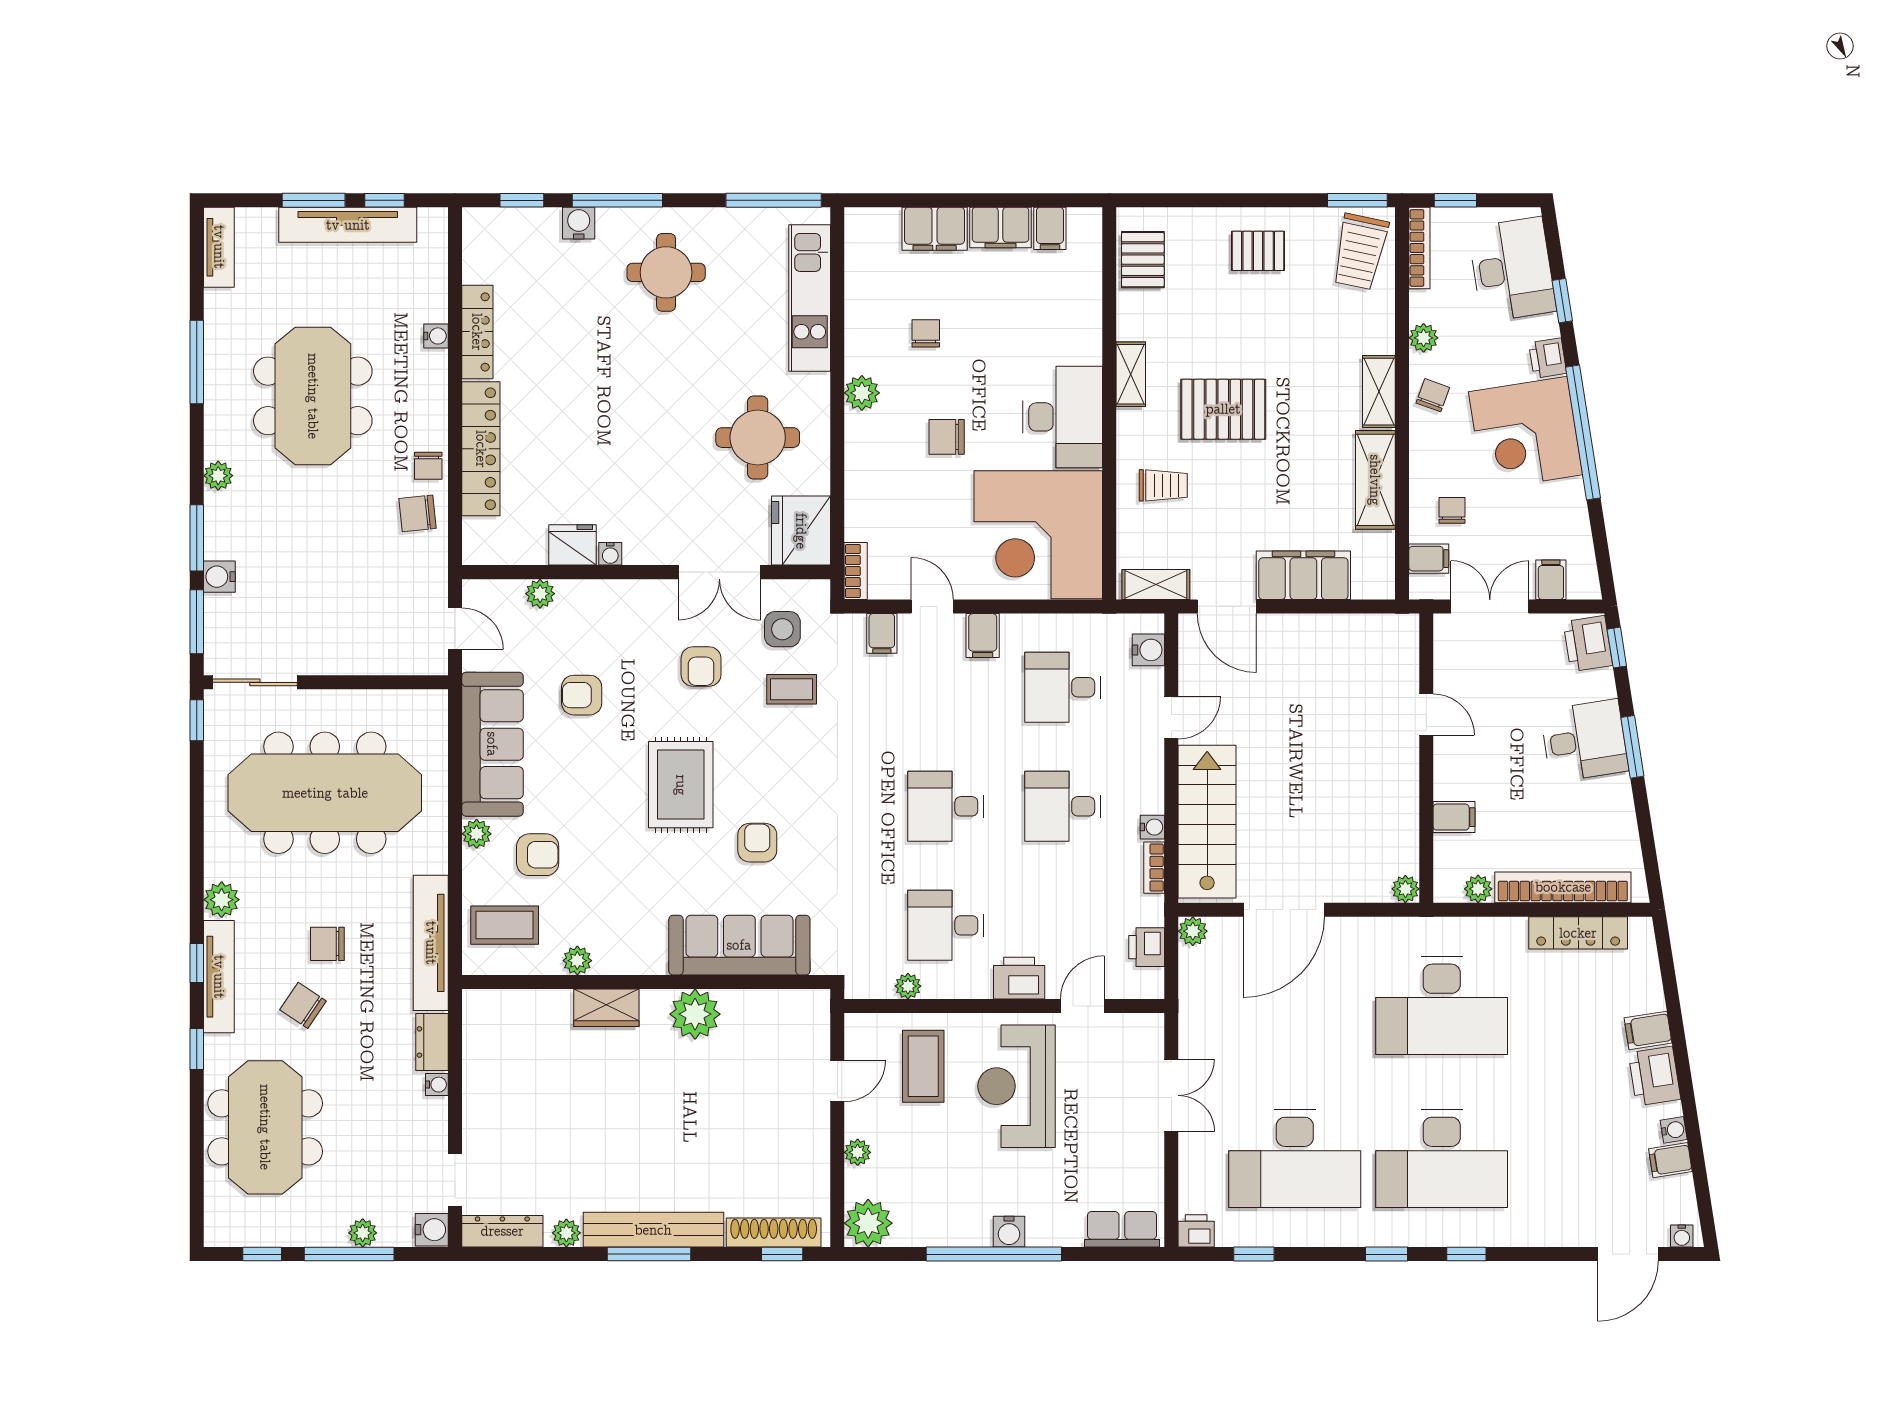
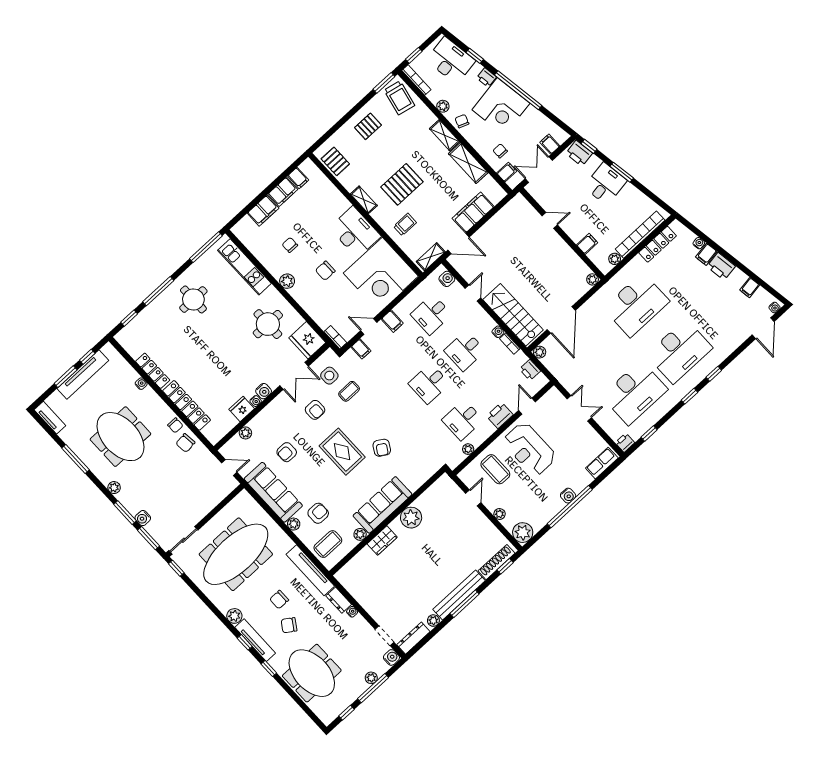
water cooler: (579, 223) -> (264, 391), moved, turned 180
armchair: (757, 843) -> (382, 448), turned -149
sofa: (739, 945) -> (382, 505), moved
water cooler: (1674, 1130) -> (699, 243), moved

